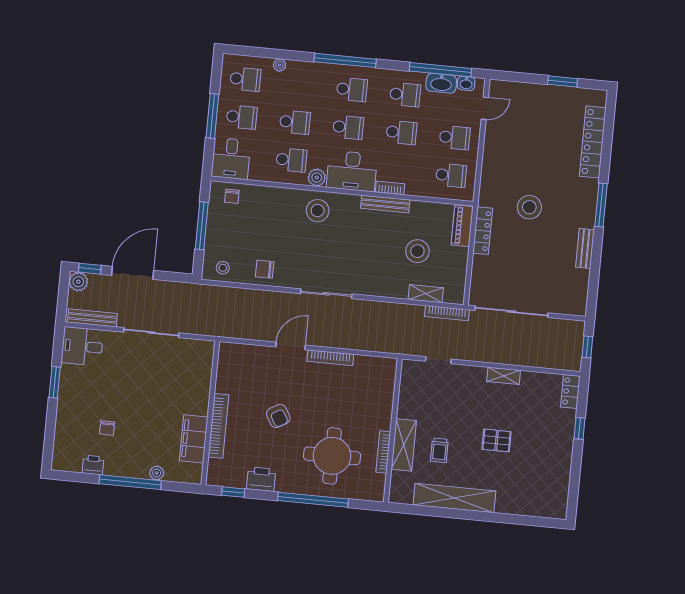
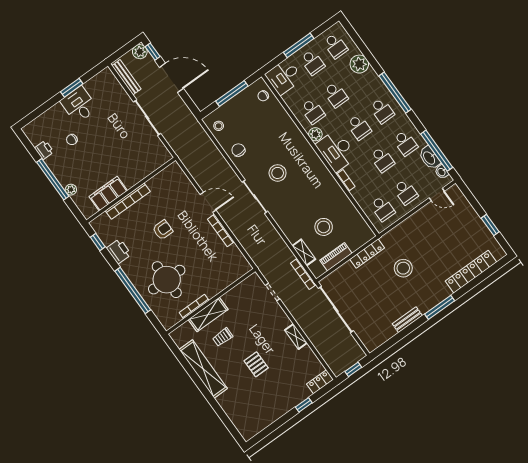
plant: (280, 65) -> (359, 64), width x1.87, depth x1.87
bench: (385, 204) -> (334, 186), removed
stool: (318, 211) -> (278, 173), moved
piano: (462, 226) -> (336, 257), moved
desk: (82, 346) -> (79, 105), moved
armchair: (278, 416) -> (163, 230), turned -150

